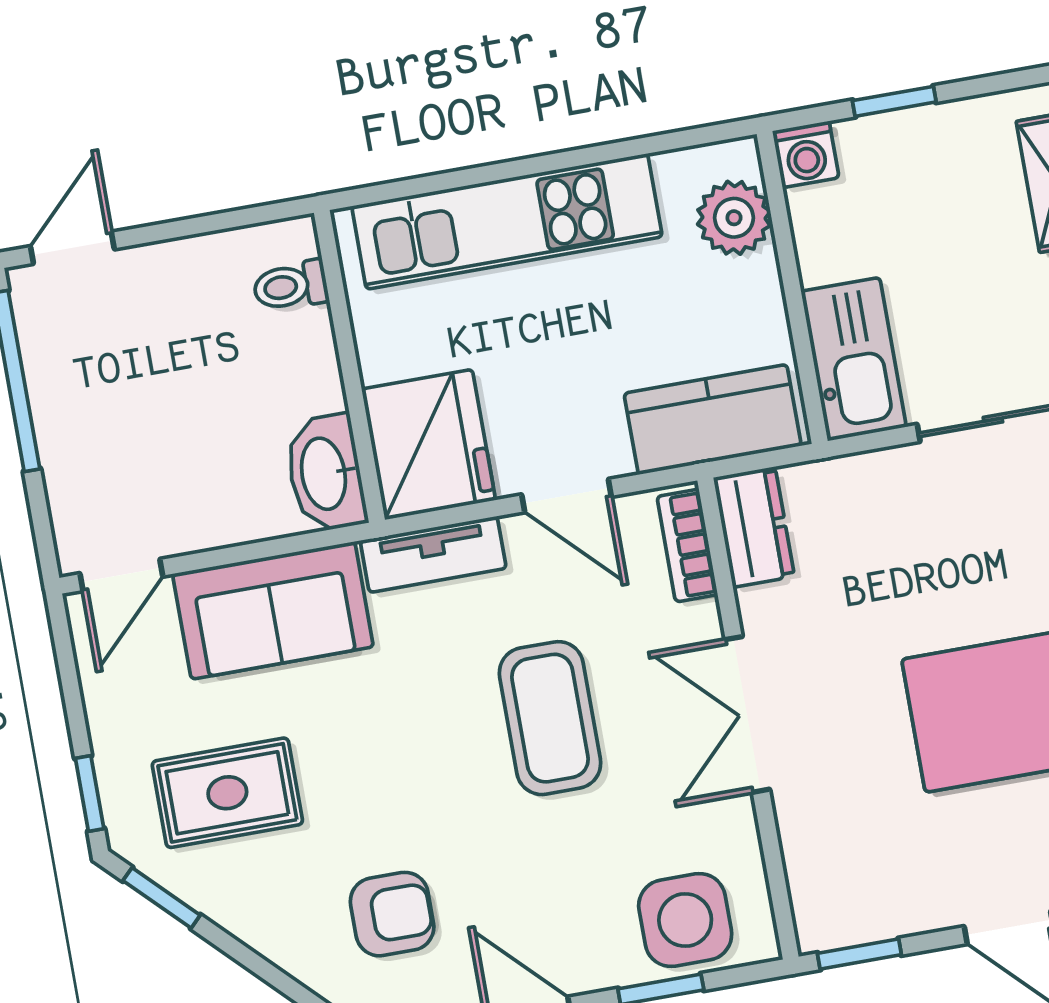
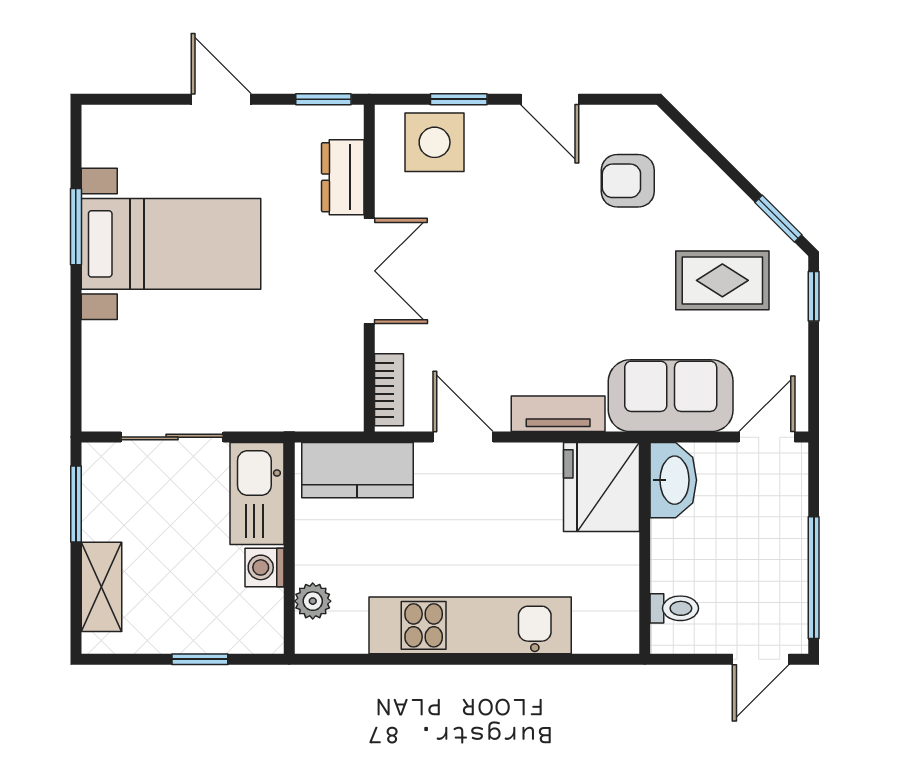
washing machine: (806, 154) -> (265, 567), moved, turned -90
plant: (734, 218) -> (313, 601), width x0.73, depth x0.73
toilet: (291, 286) -> (674, 608), moved
wall: (349, 366) -> (645, 548), moved
fridge: (429, 445) -> (602, 487), moved
washbasin: (325, 473) -> (673, 480), moved
dresser: (754, 527) -> (343, 177), moved
coffee table: (550, 718) -> (500, 292), removed

